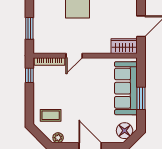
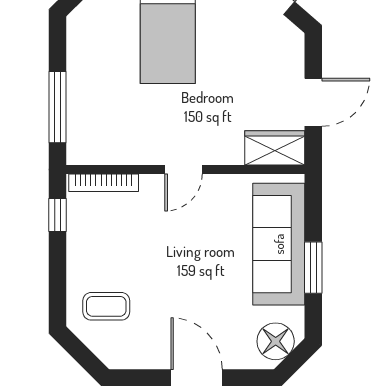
window: (29, 28) -> (58, 107), width x1.44
door: (74, 56) -> (183, 170), moved
plant: (58, 138) -> (123, 358), removed

